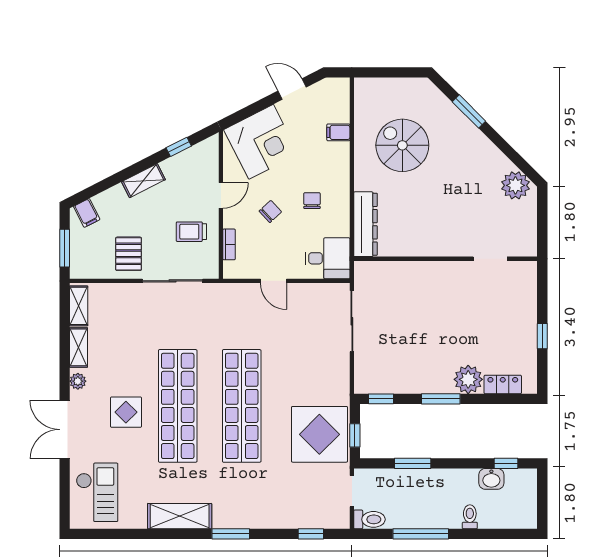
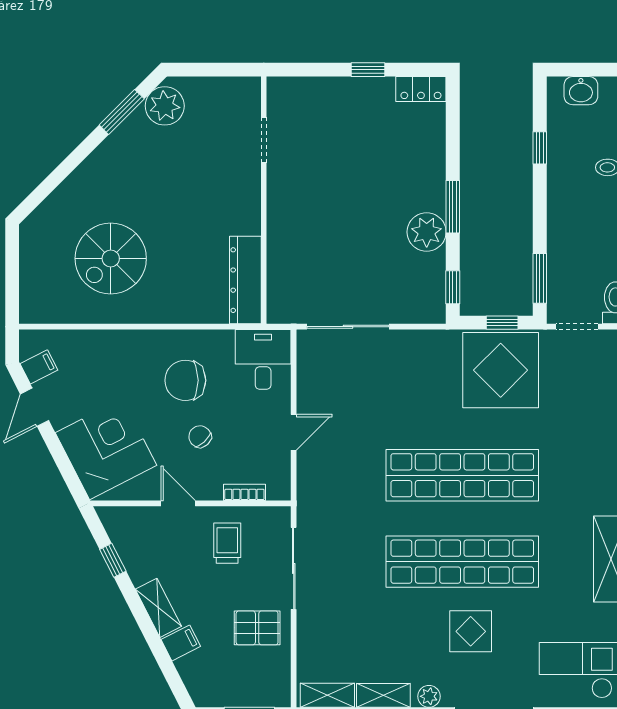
window: (469, 111) -> (122, 112), moved
filing cabinet: (338, 132) -> (39, 367), moved, turned -117
chair: (312, 201) -> (185, 380), width x1.87, depth x1.87
filing cabinet: (87, 213) -> (181, 643), moved
dresser: (365, 224) -> (245, 280), moved, turned -90
trolley: (191, 232) -> (227, 543), turned 180
plant: (468, 379) -> (427, 232), moved
locker: (503, 384) -> (421, 89), moved, turned -90
window: (413, 463) -> (540, 278), moved
window: (506, 463) -> (540, 148), moved
washbasin: (491, 479) -> (581, 91), moved, turned 90

